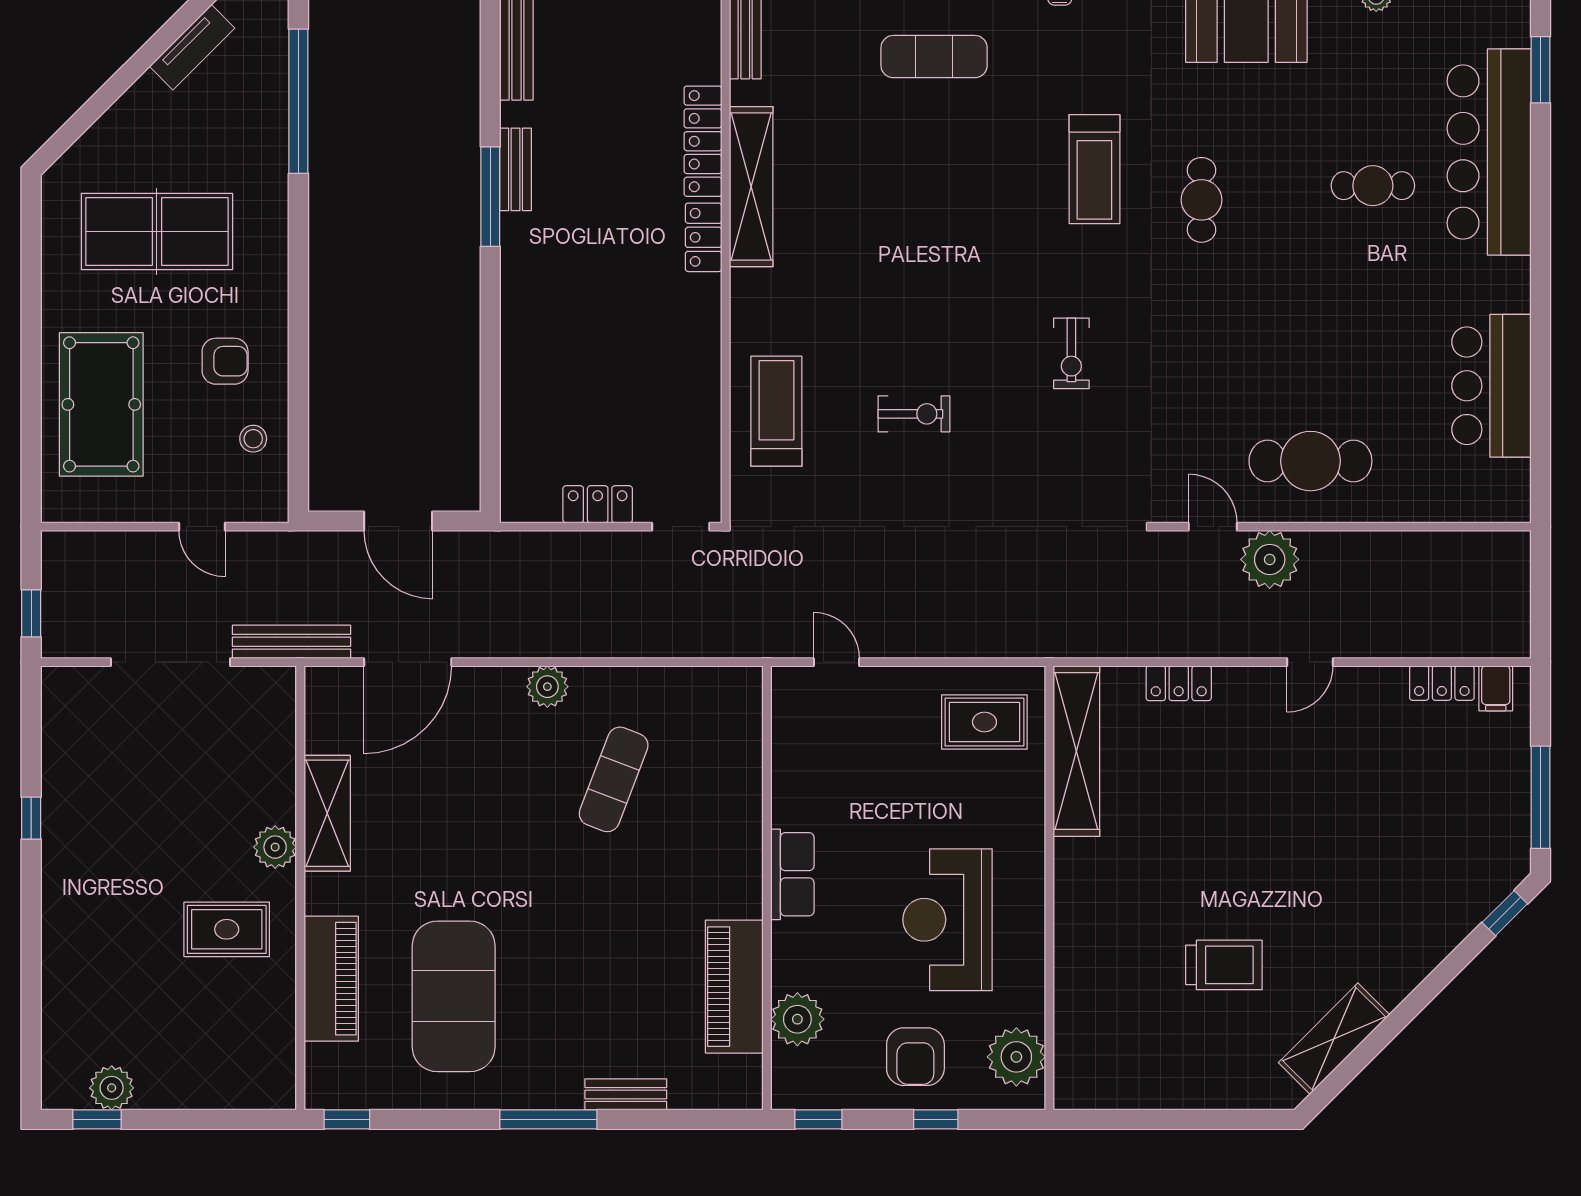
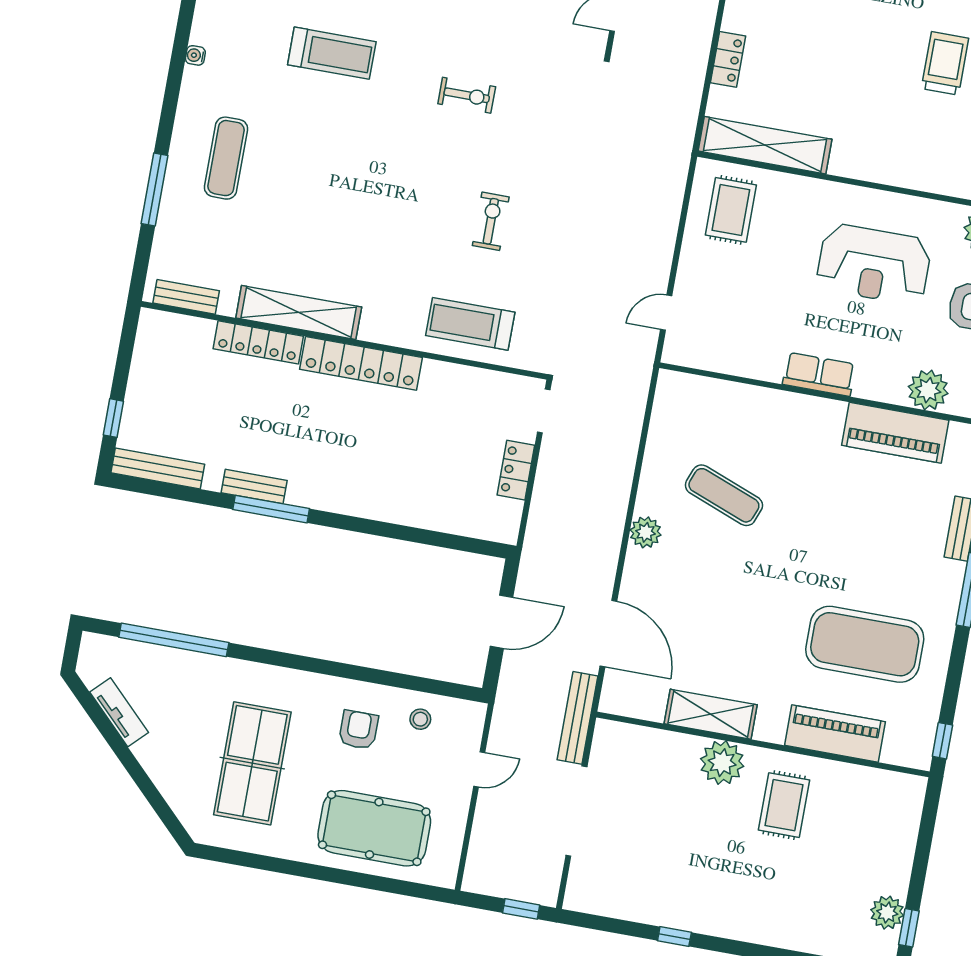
locker: (704, 237) -> (361, 363), width x2.16, depth x1.21
plant: (275, 847) -> (722, 763), width x1.36, depth x1.36

